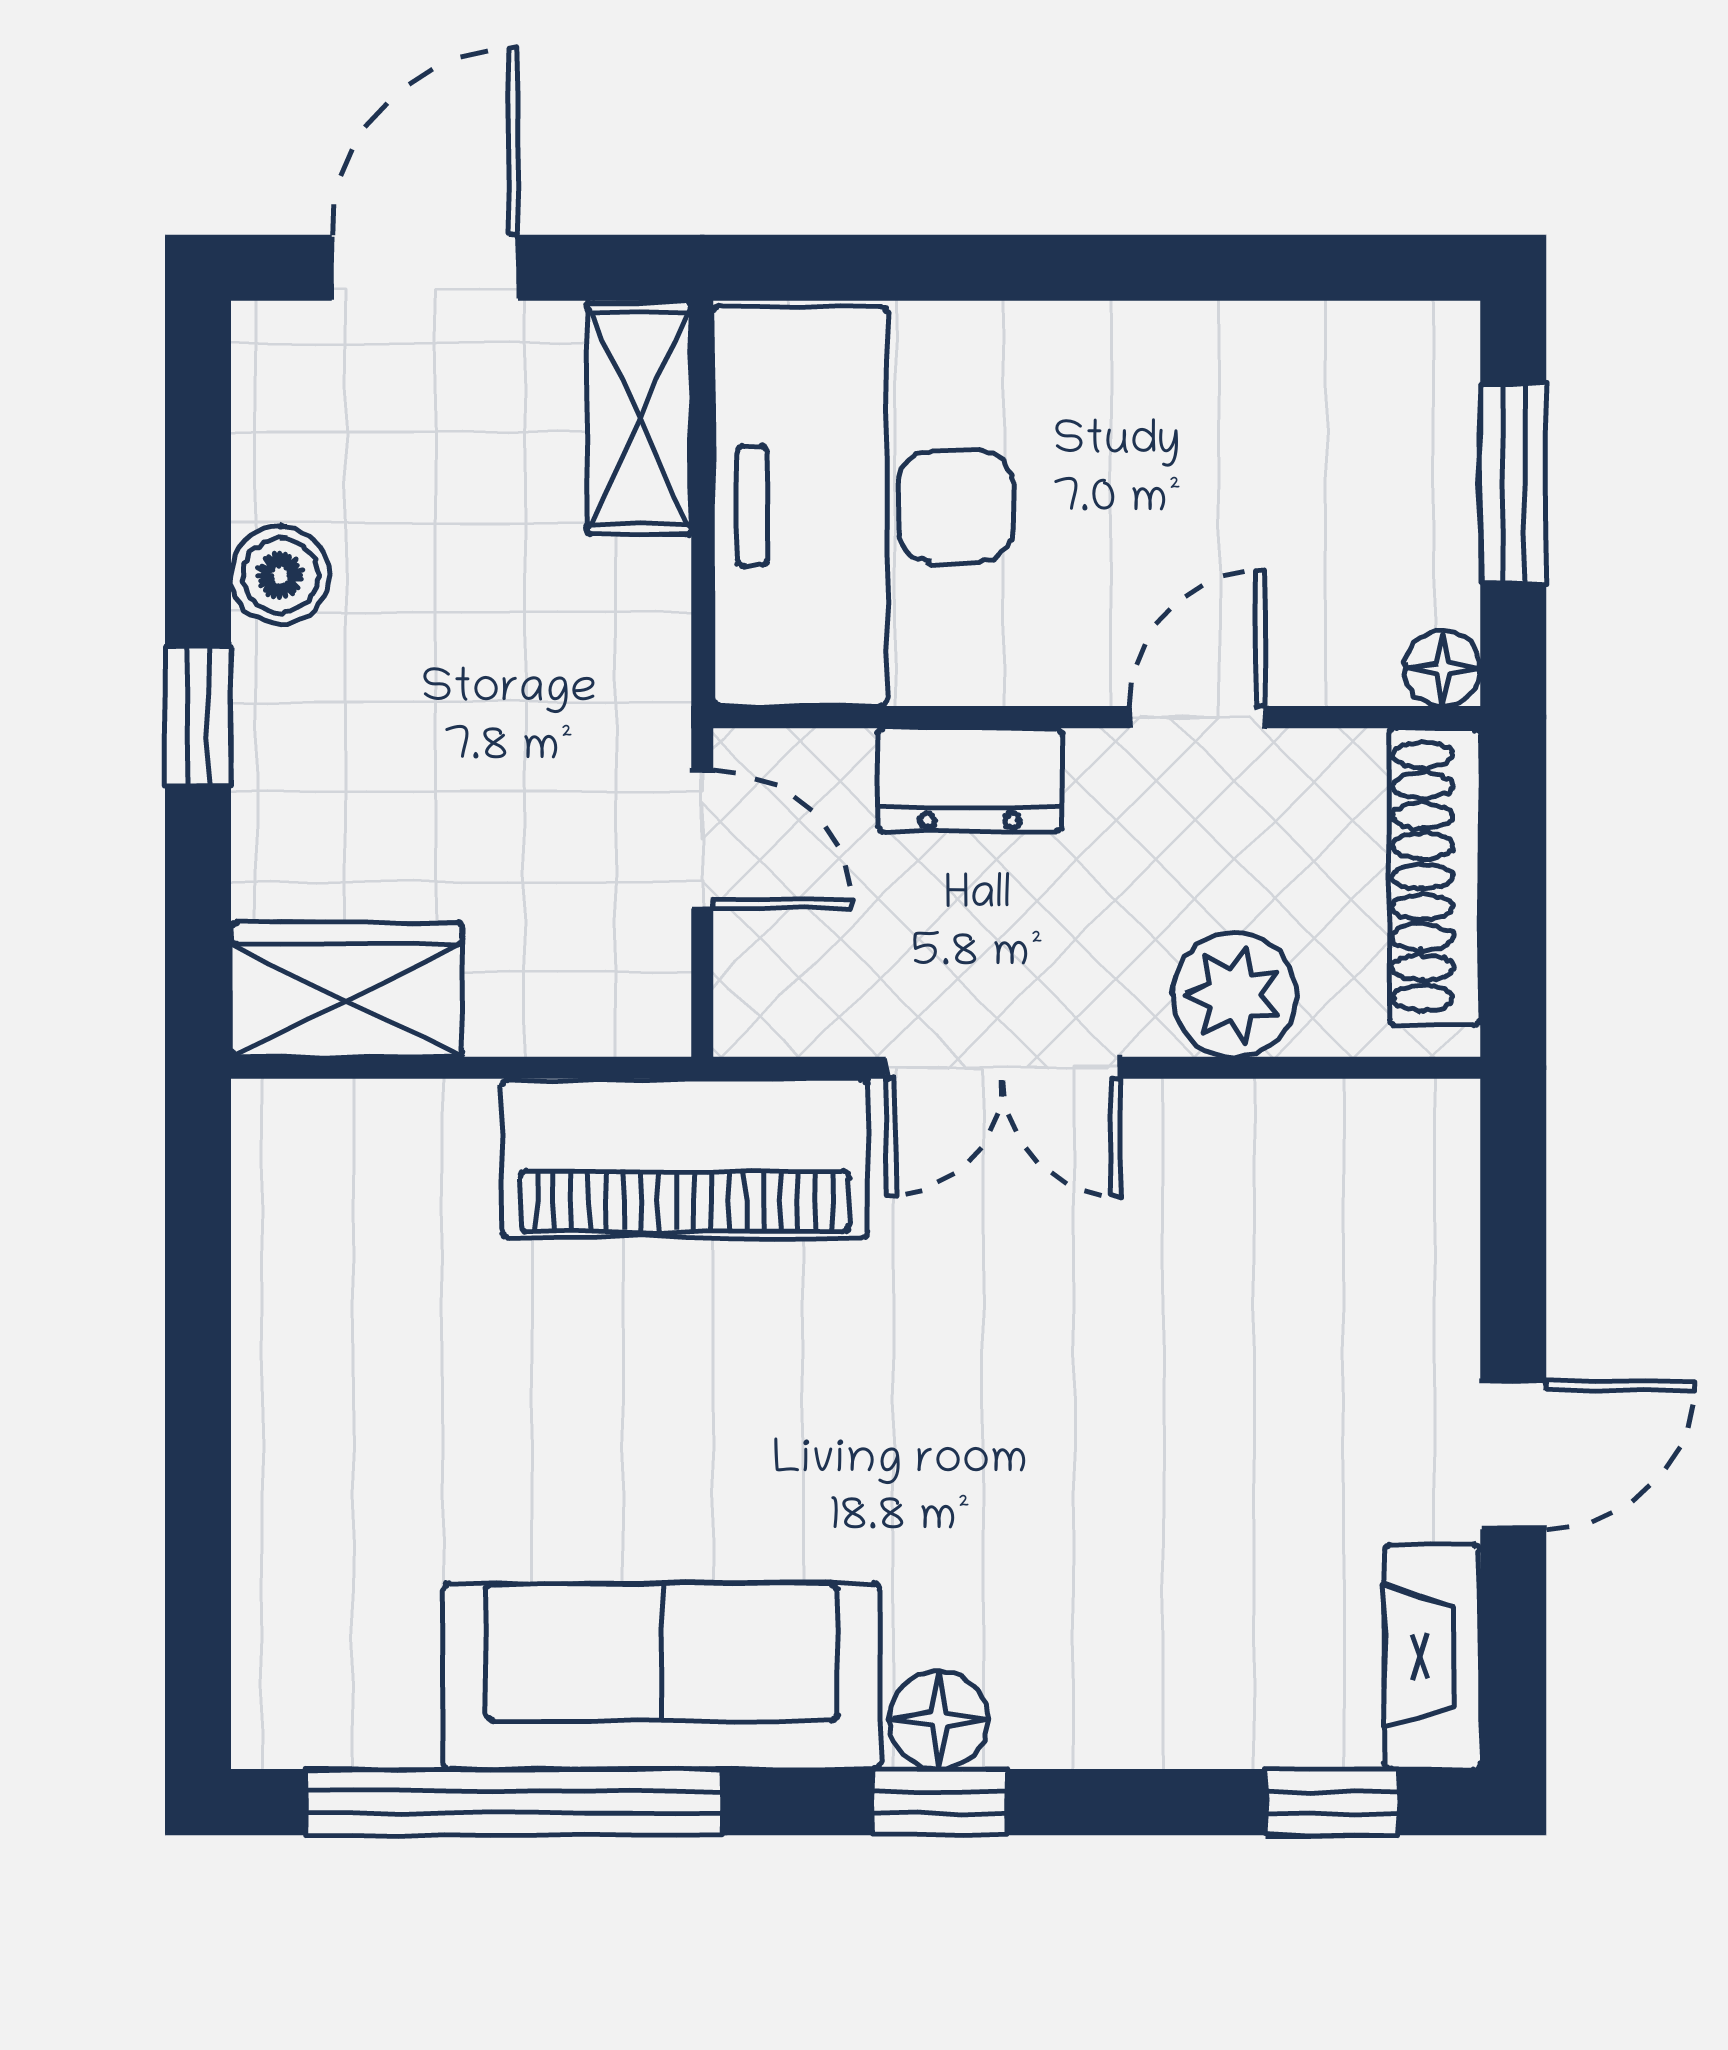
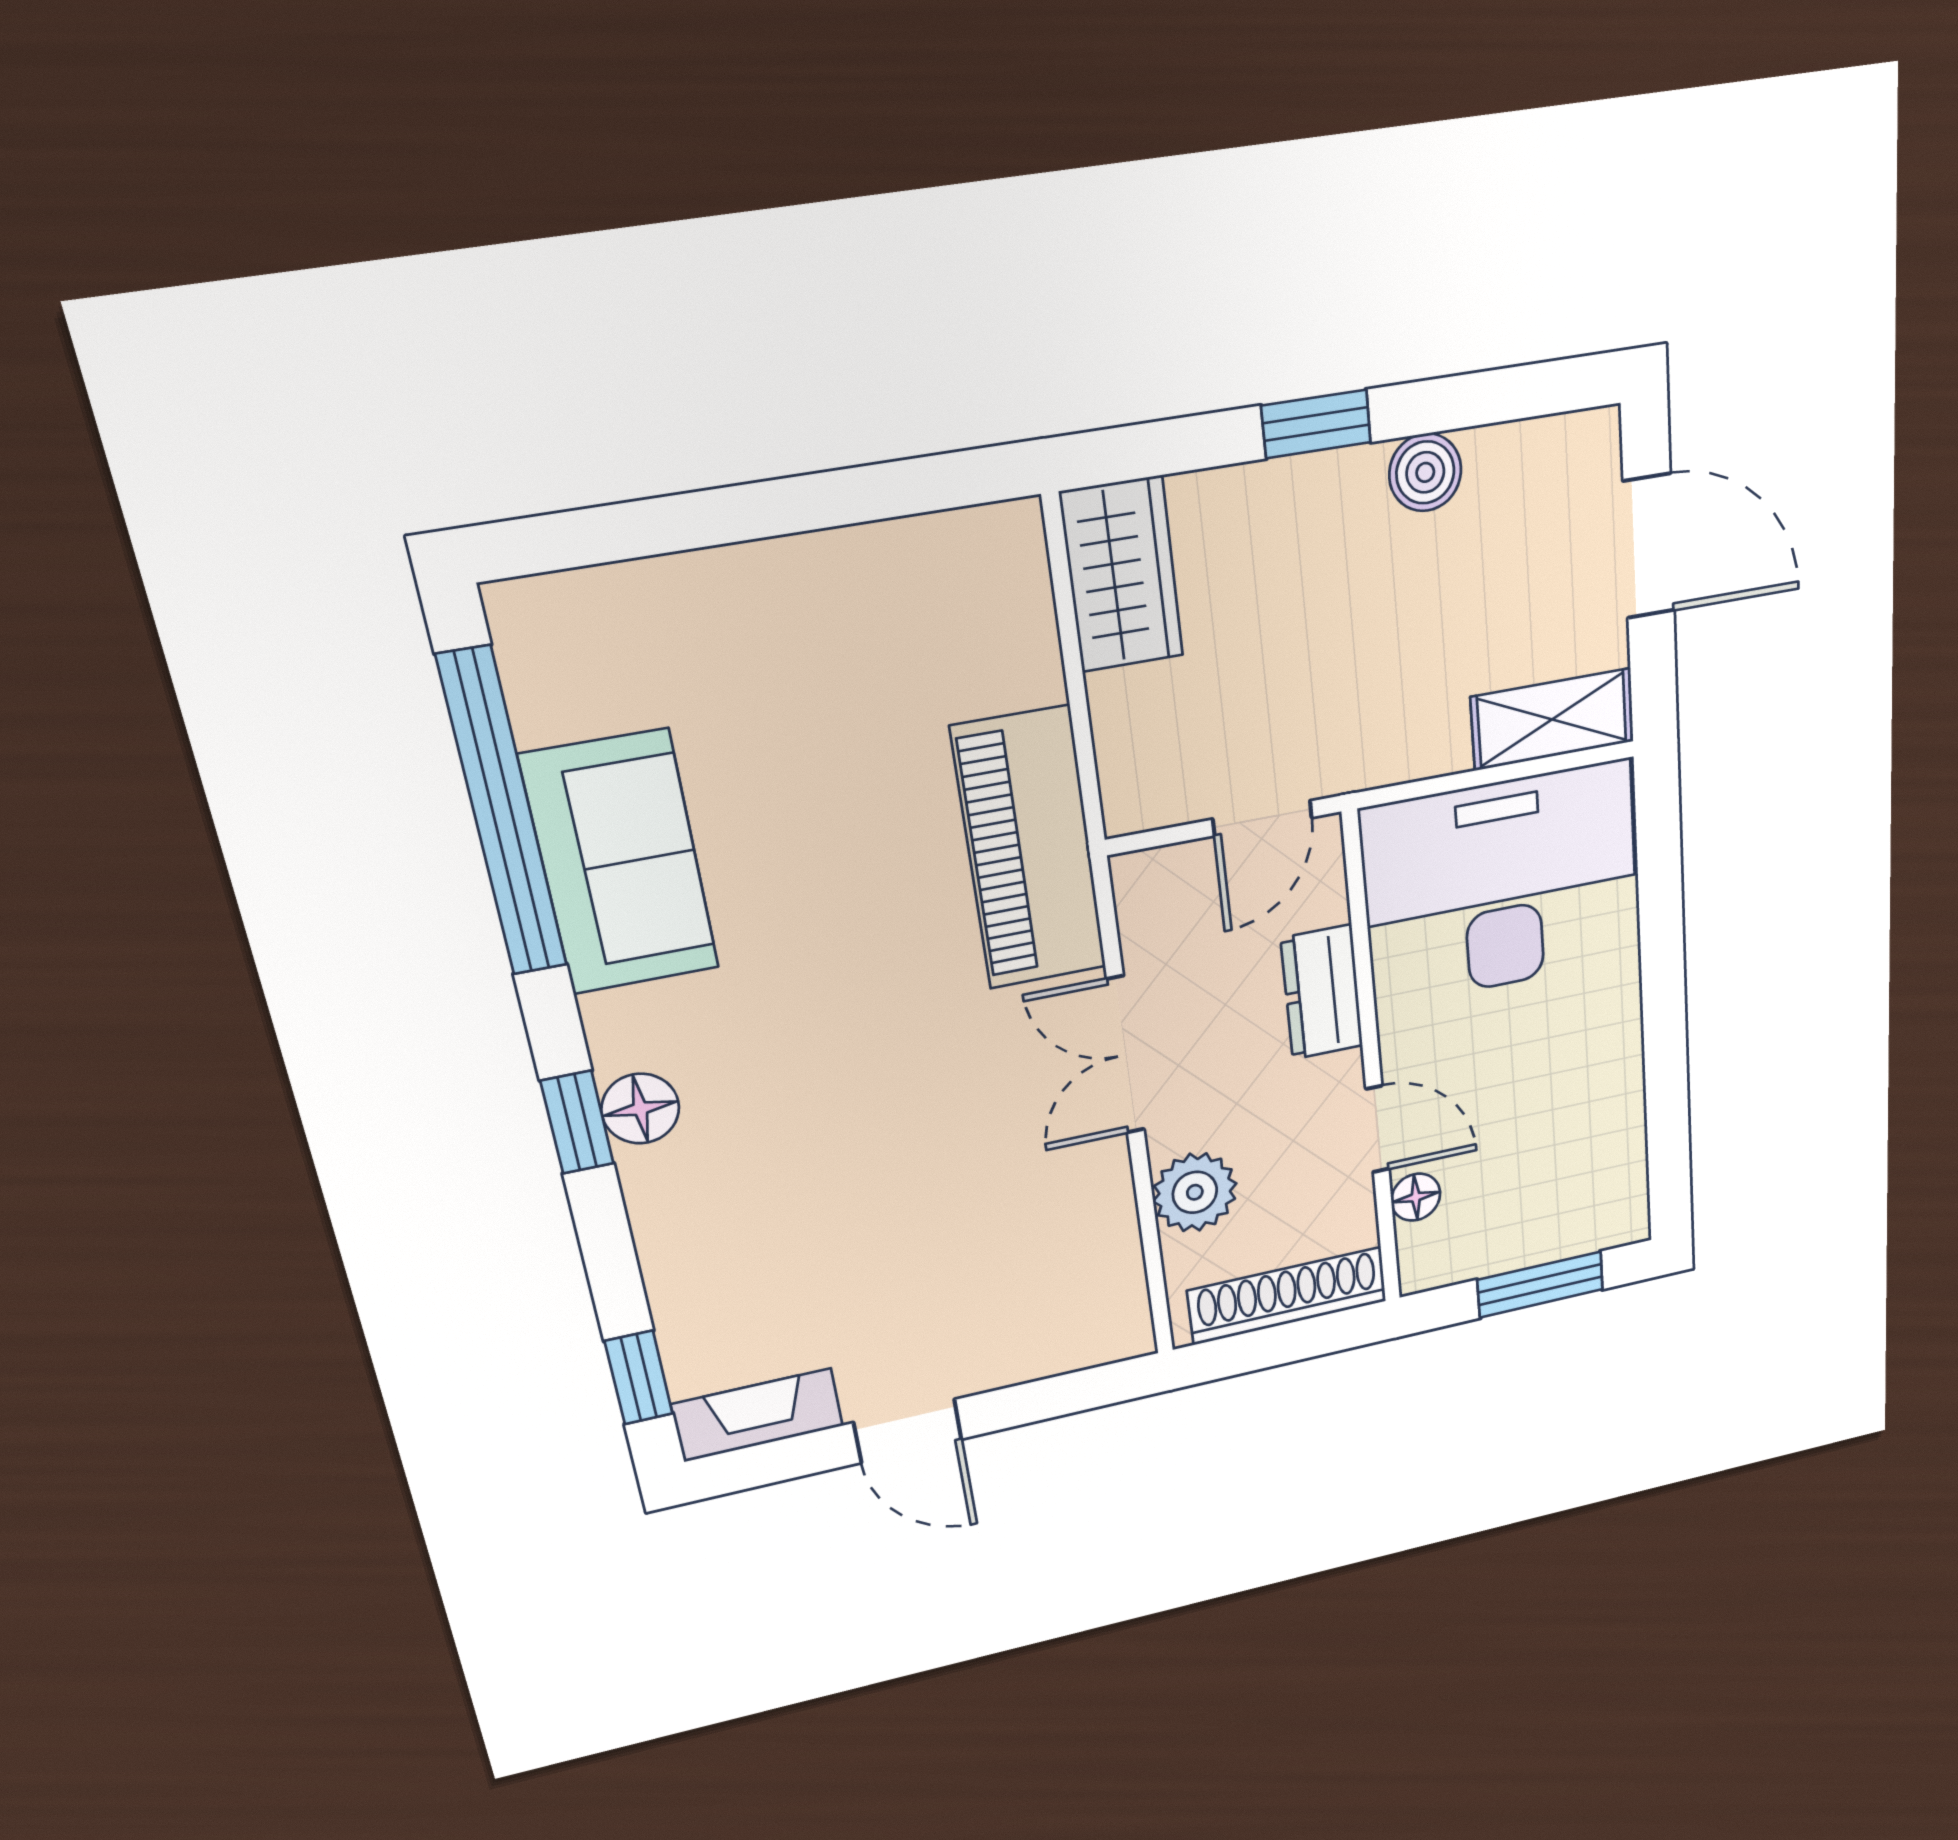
floor lamp: (1443, 668) -> (1416, 1197), moved
sofa: (662, 1676) -> (620, 863), width x0.73

